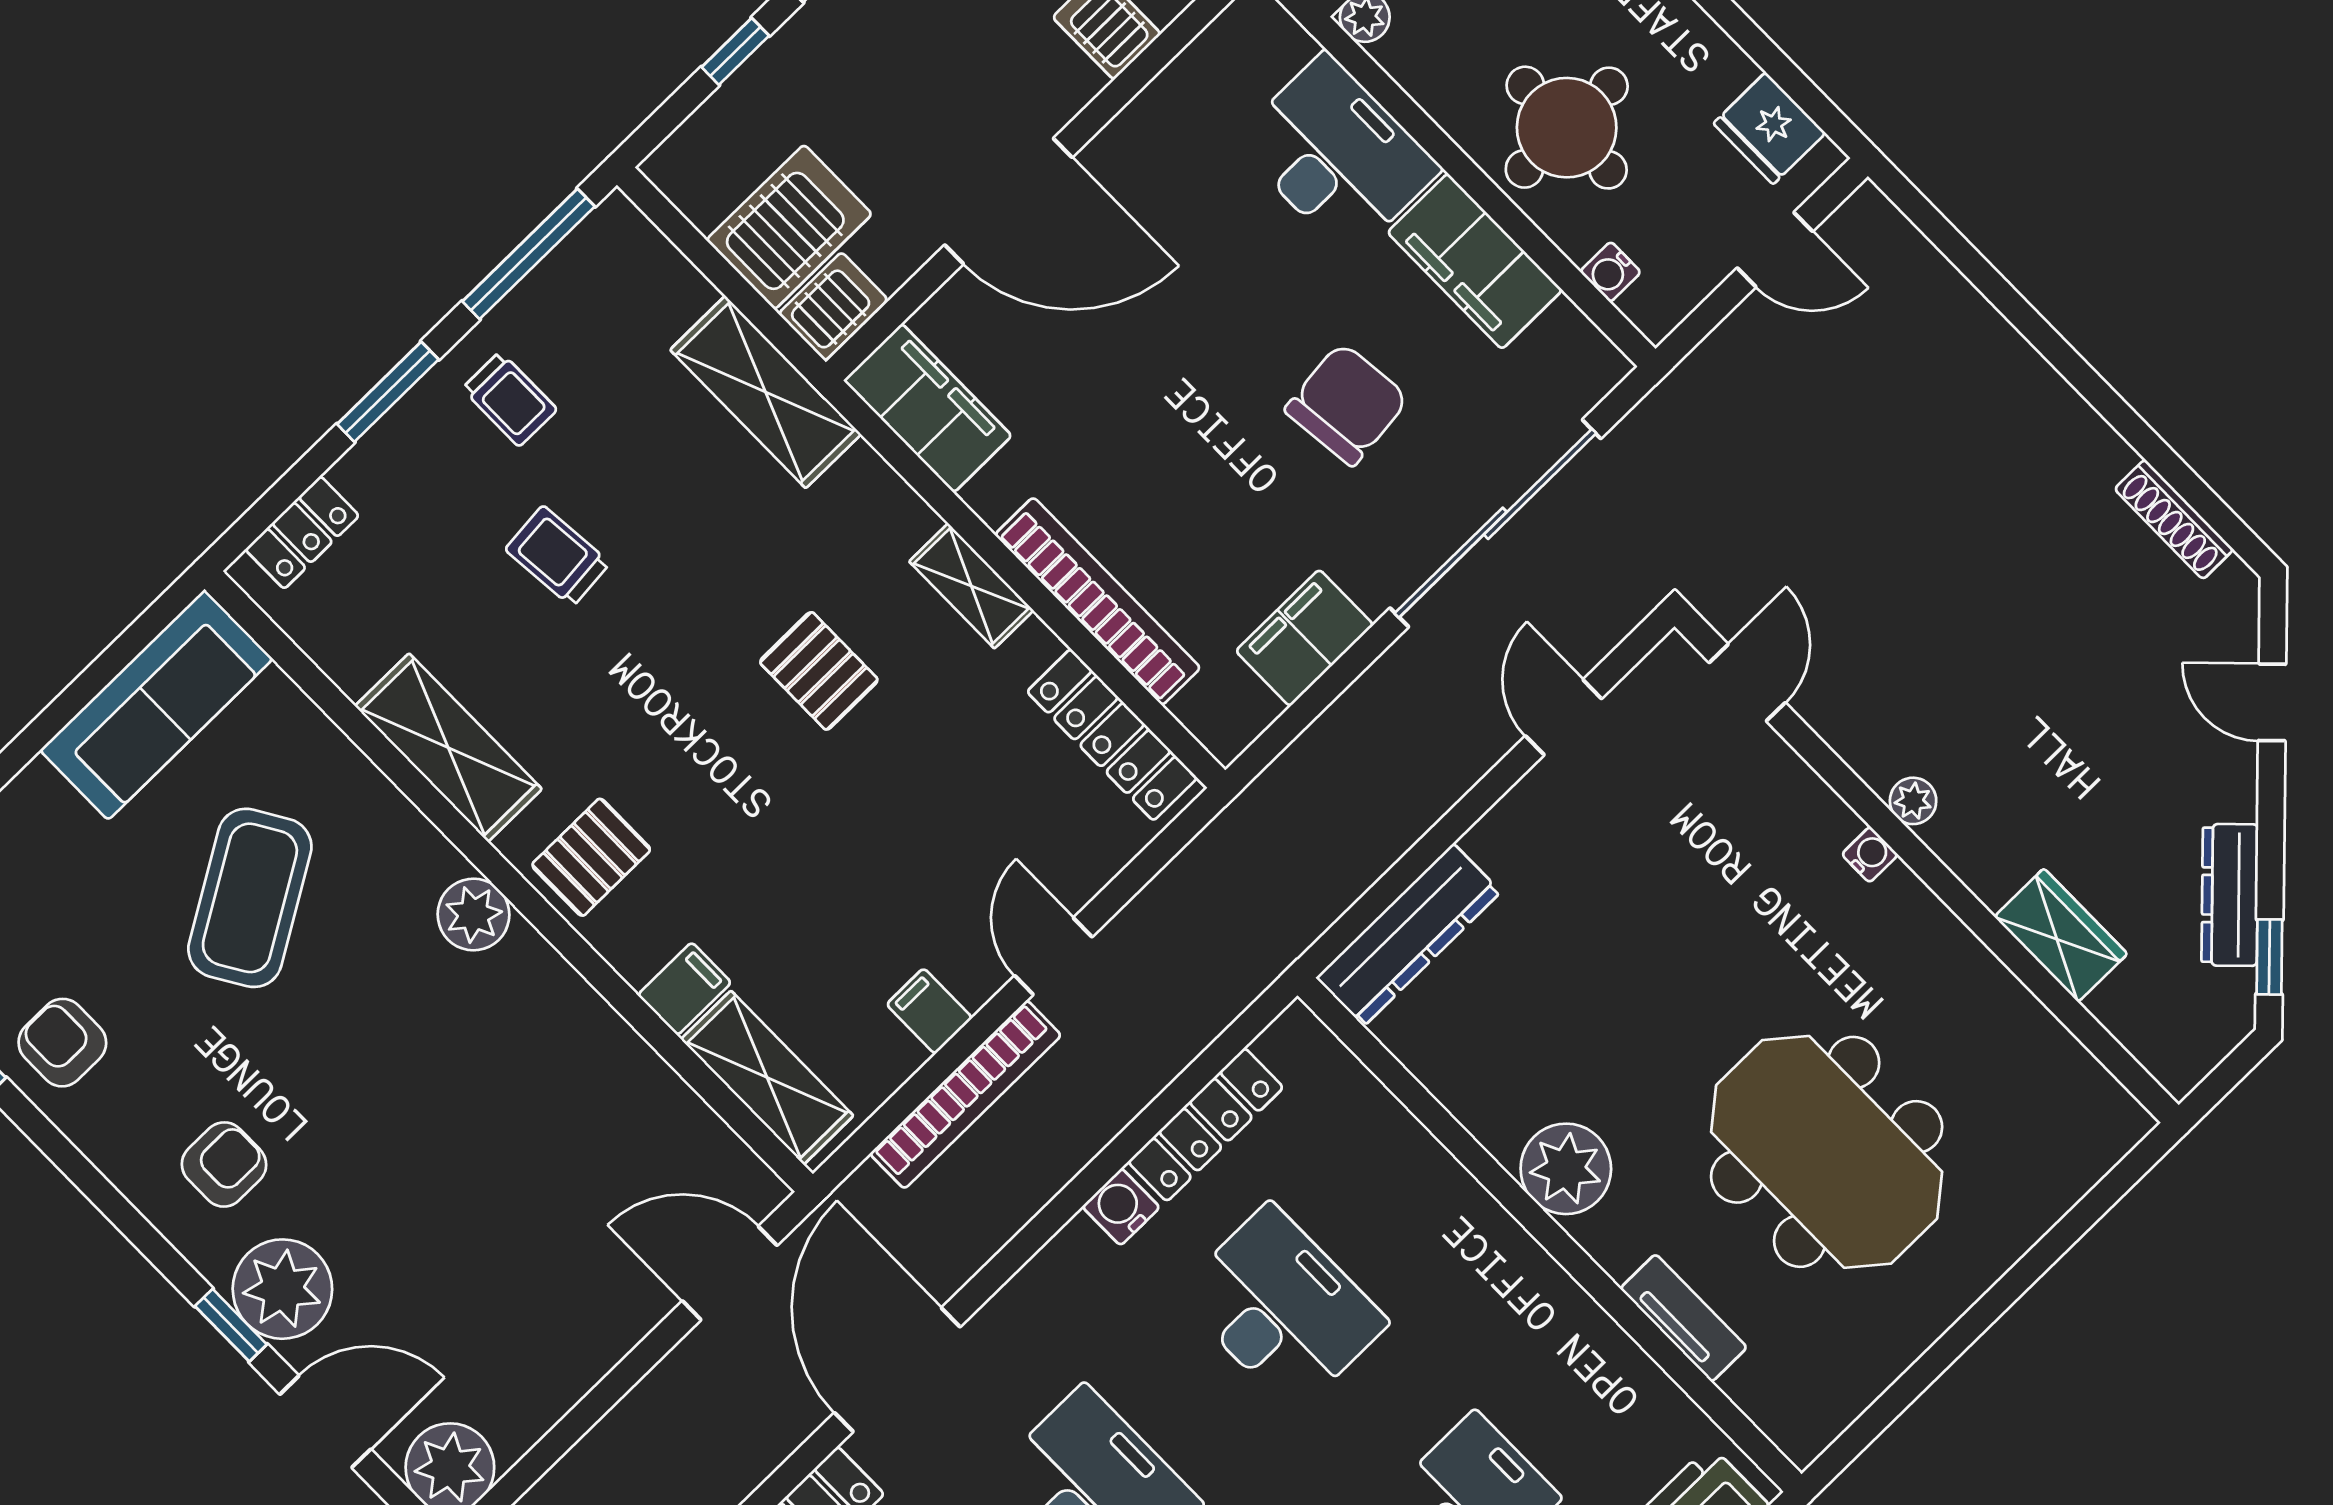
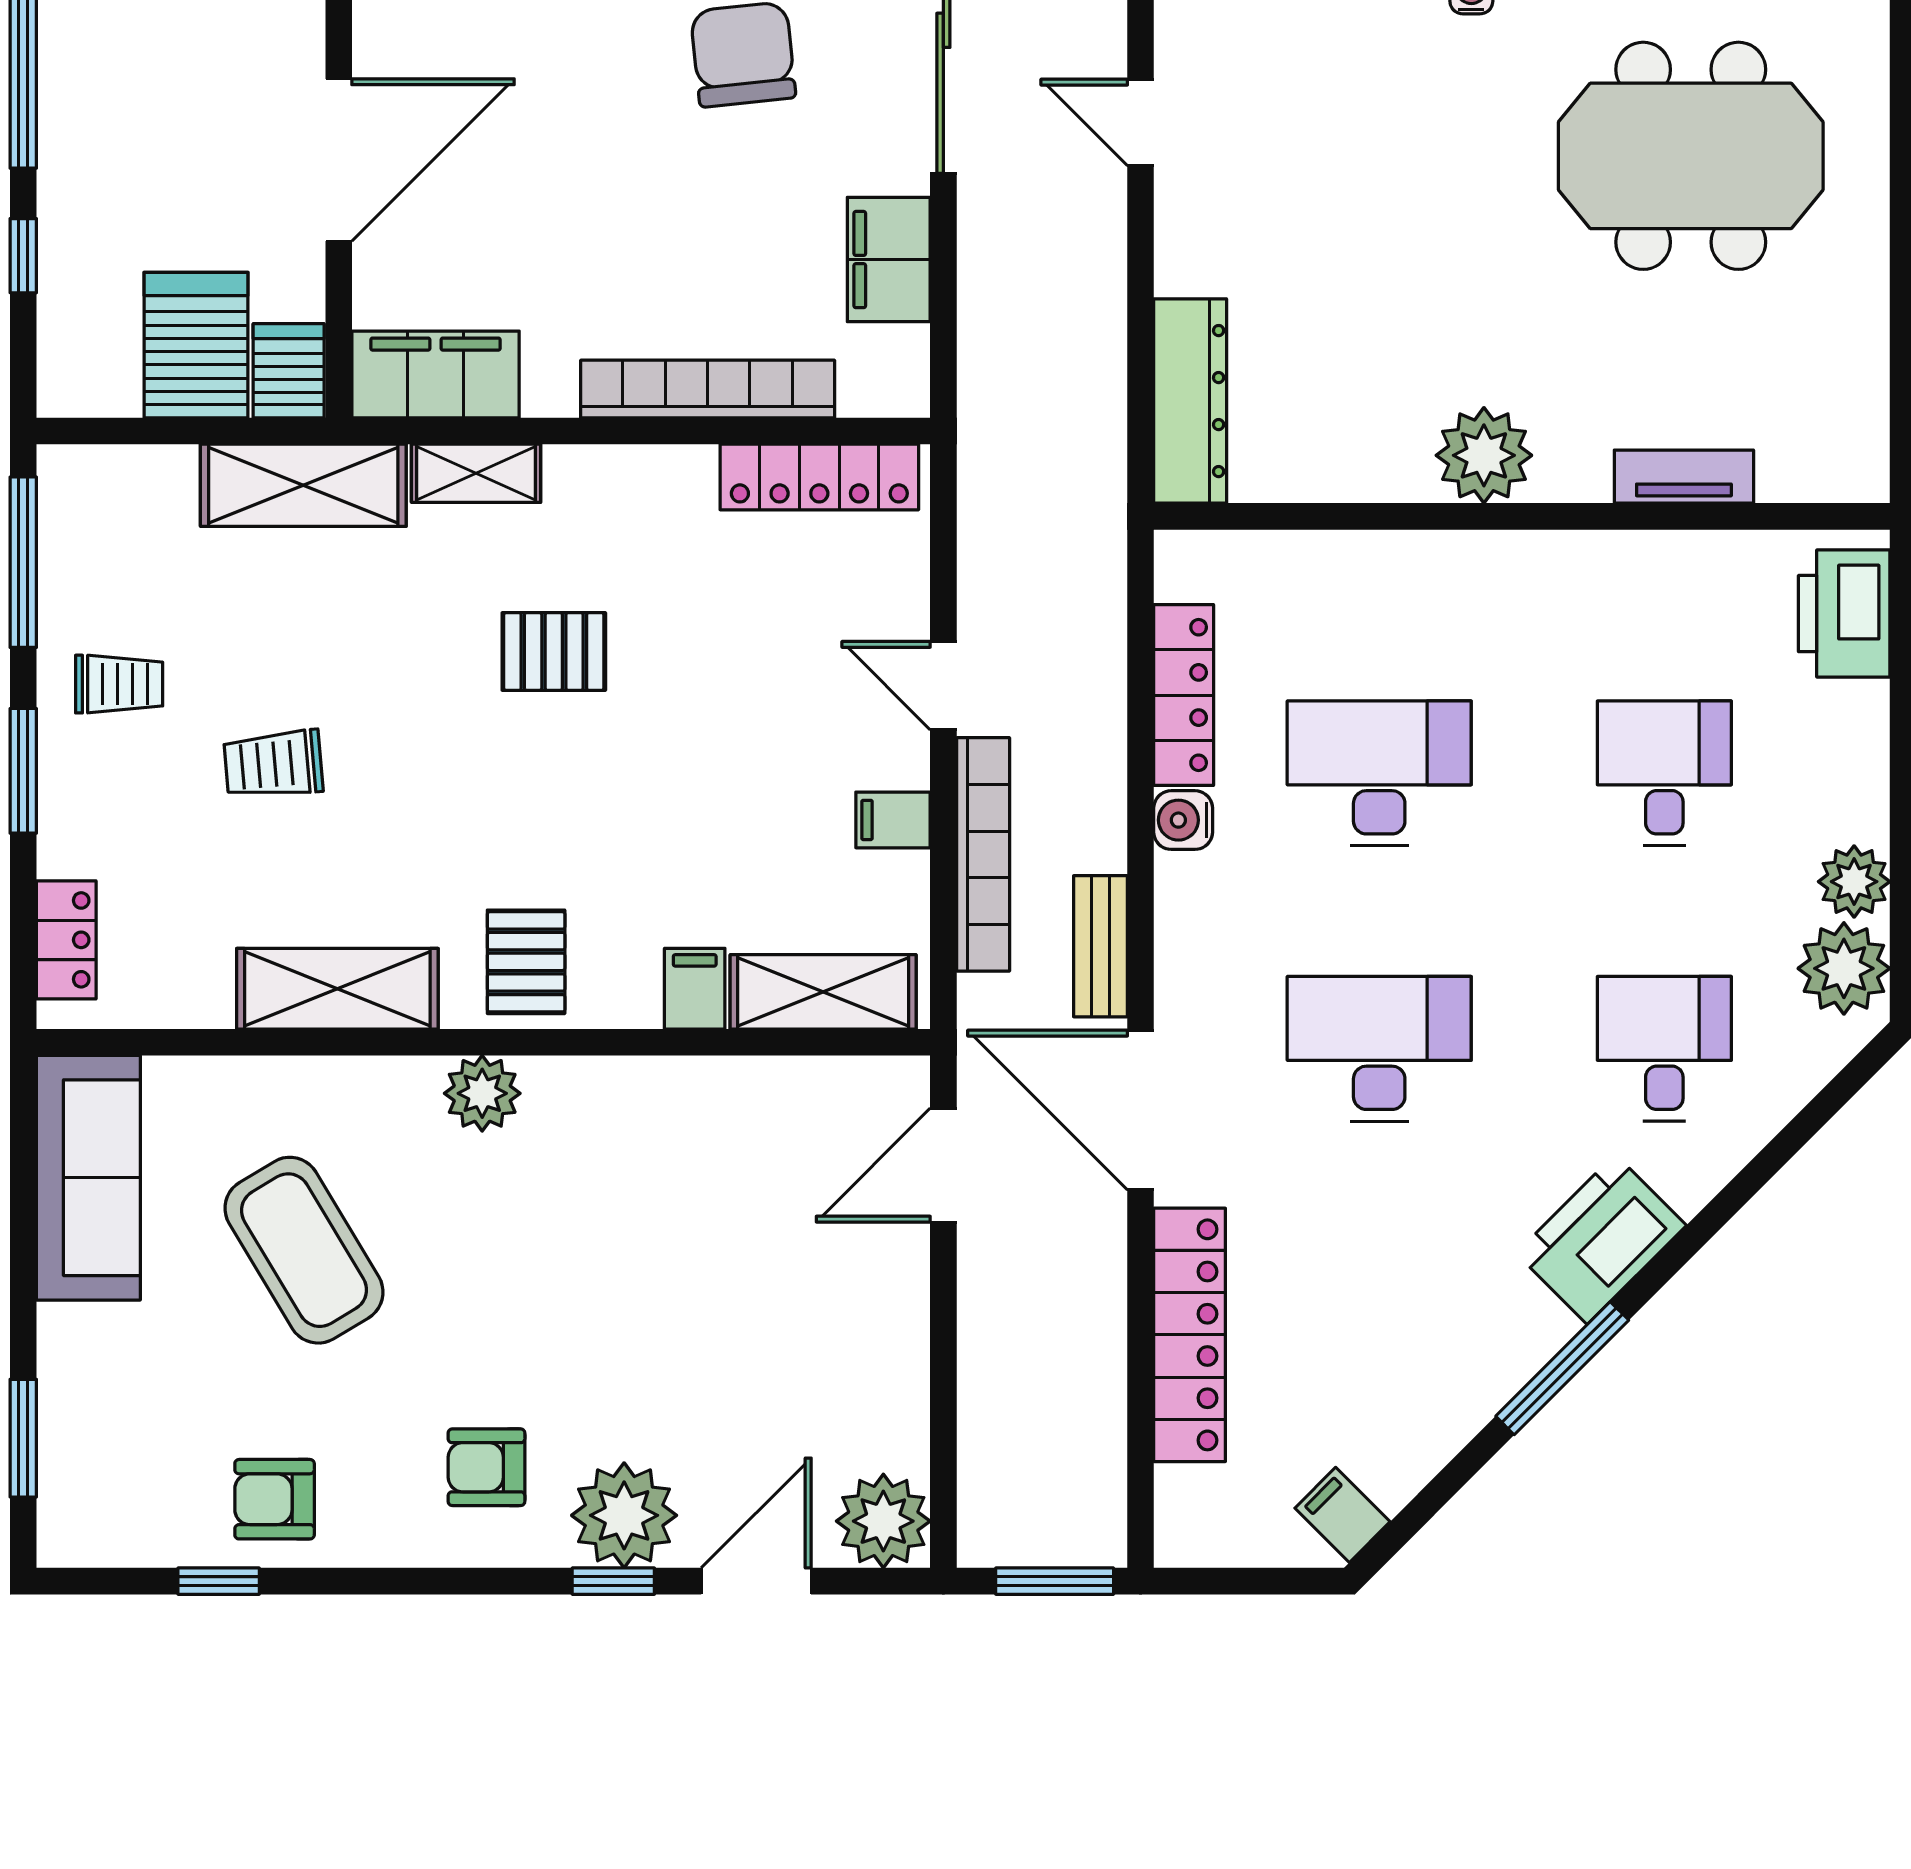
shelving: (971, 586) -> (476, 473), moved
meeting table: (1827, 1152) -> (1691, 156), moved
armchair: (224, 1164) -> (486, 1467), turned -90
bench: (981, 1234) -> (1100, 946), added

